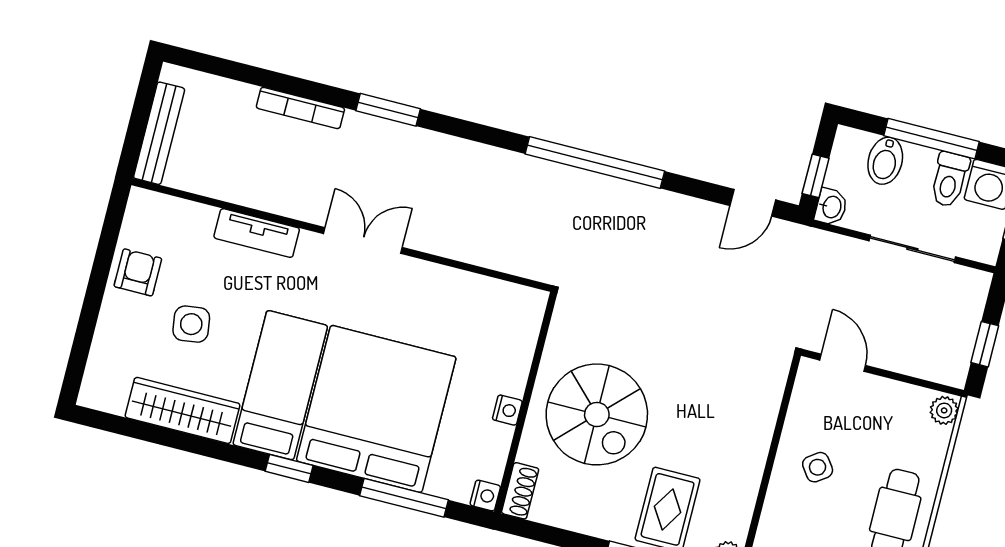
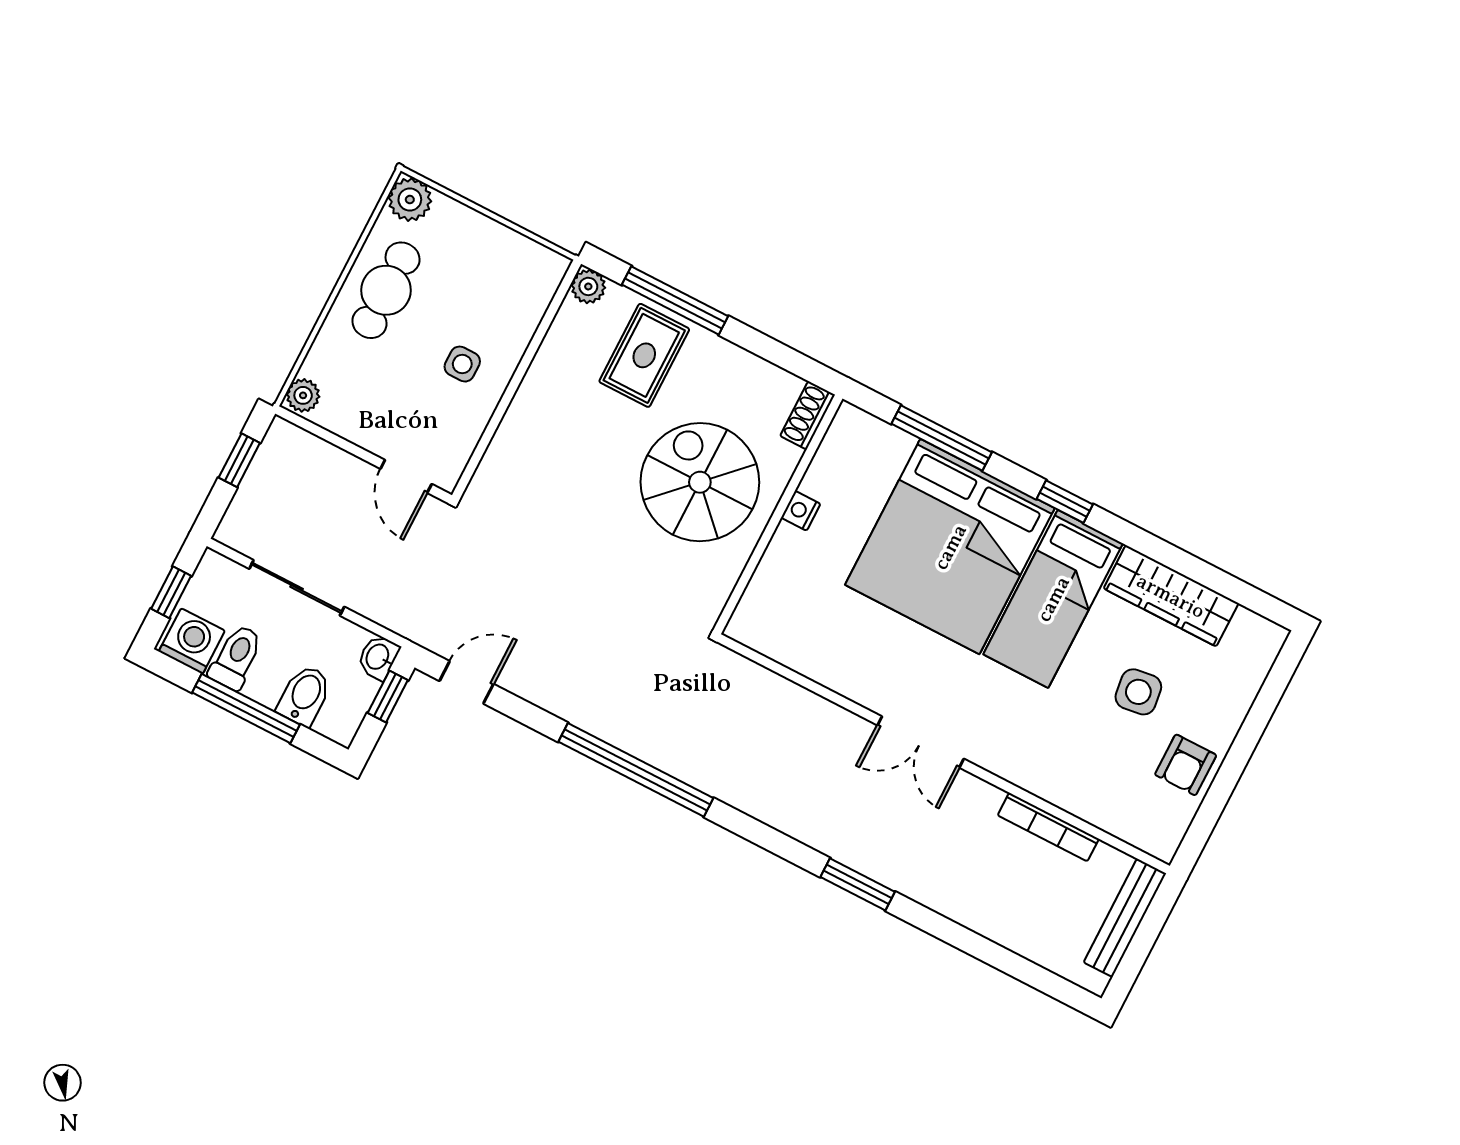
bookcase: (300, 108) -> (1048, 827), moved, turned 180
tv unit: (257, 233) -> (1040, 778), removed
side table: (818, 467) -> (462, 364), turned 36
nightstand: (485, 495) -> (848, 419), removed

